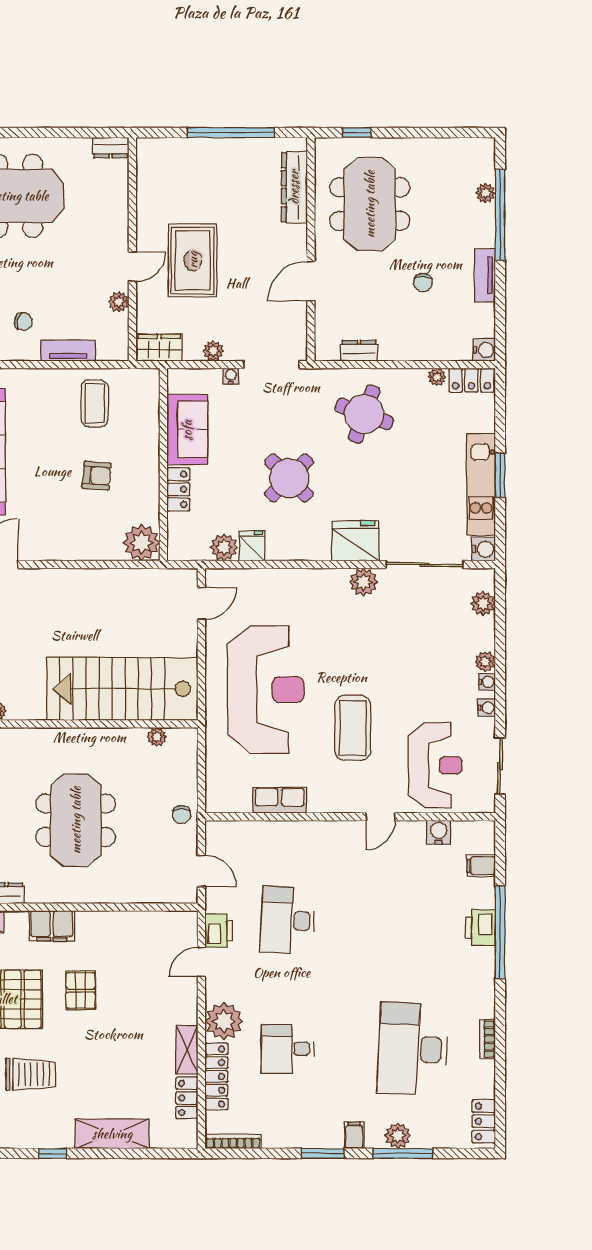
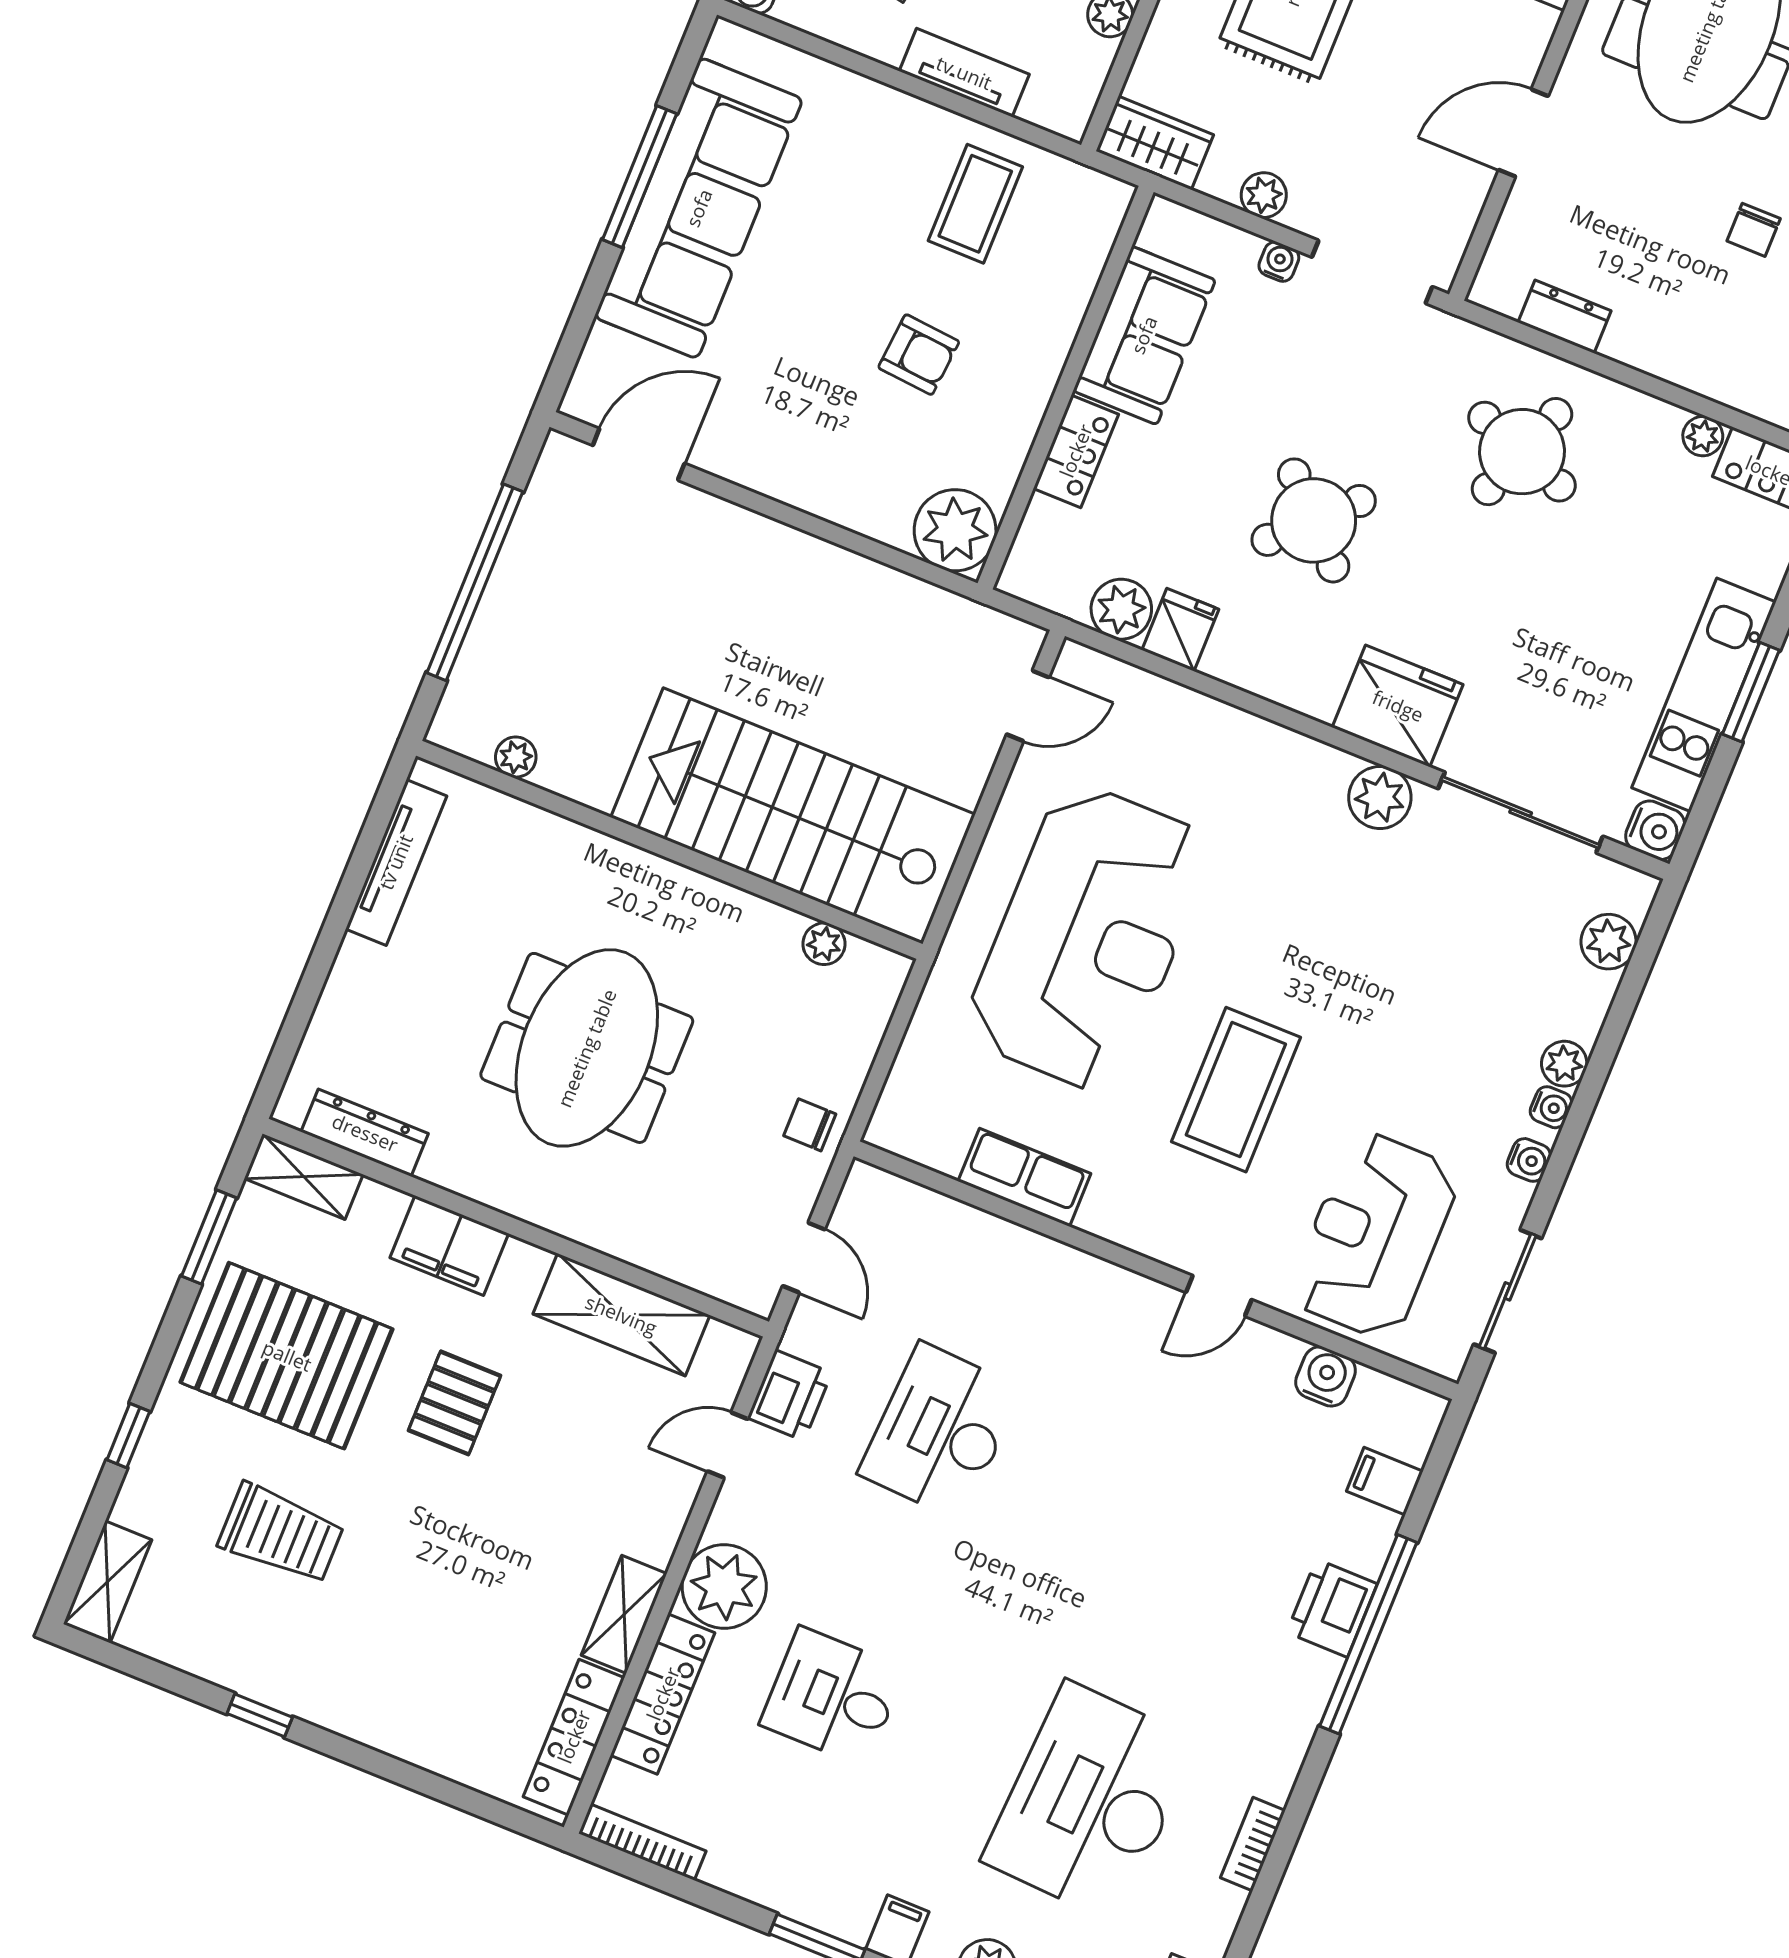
reception desk: (435, 765) -> (1374, 1236), turned 180
chair: (181, 815) -> (810, 1125), turned 90
locker: (187, 1098) -> (574, 1737), width x1.53
shelving: (112, 1134) -> (621, 1315), moved

